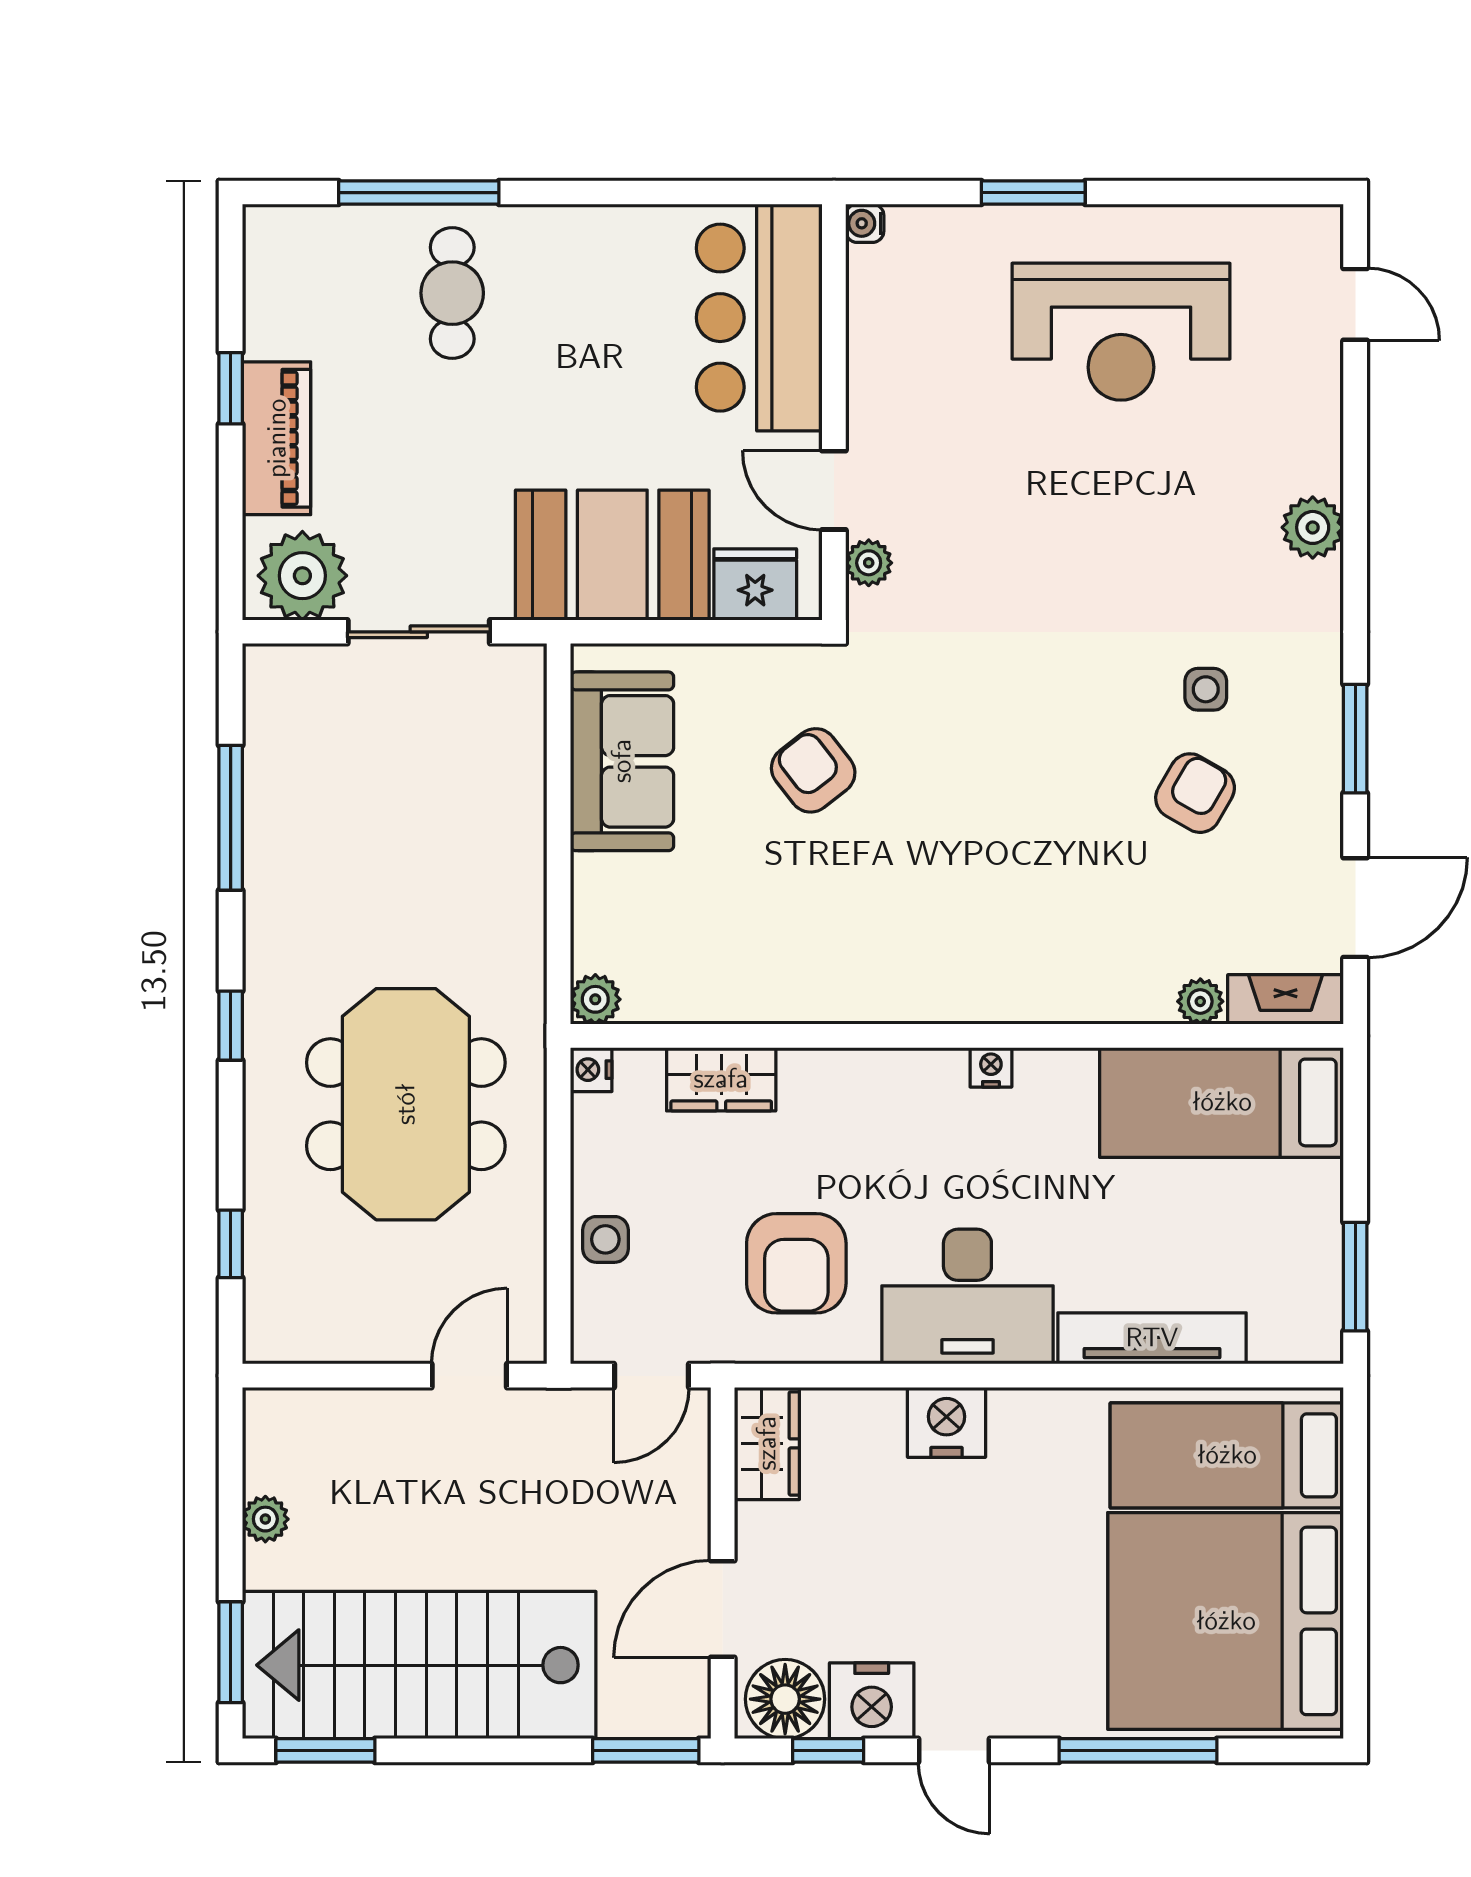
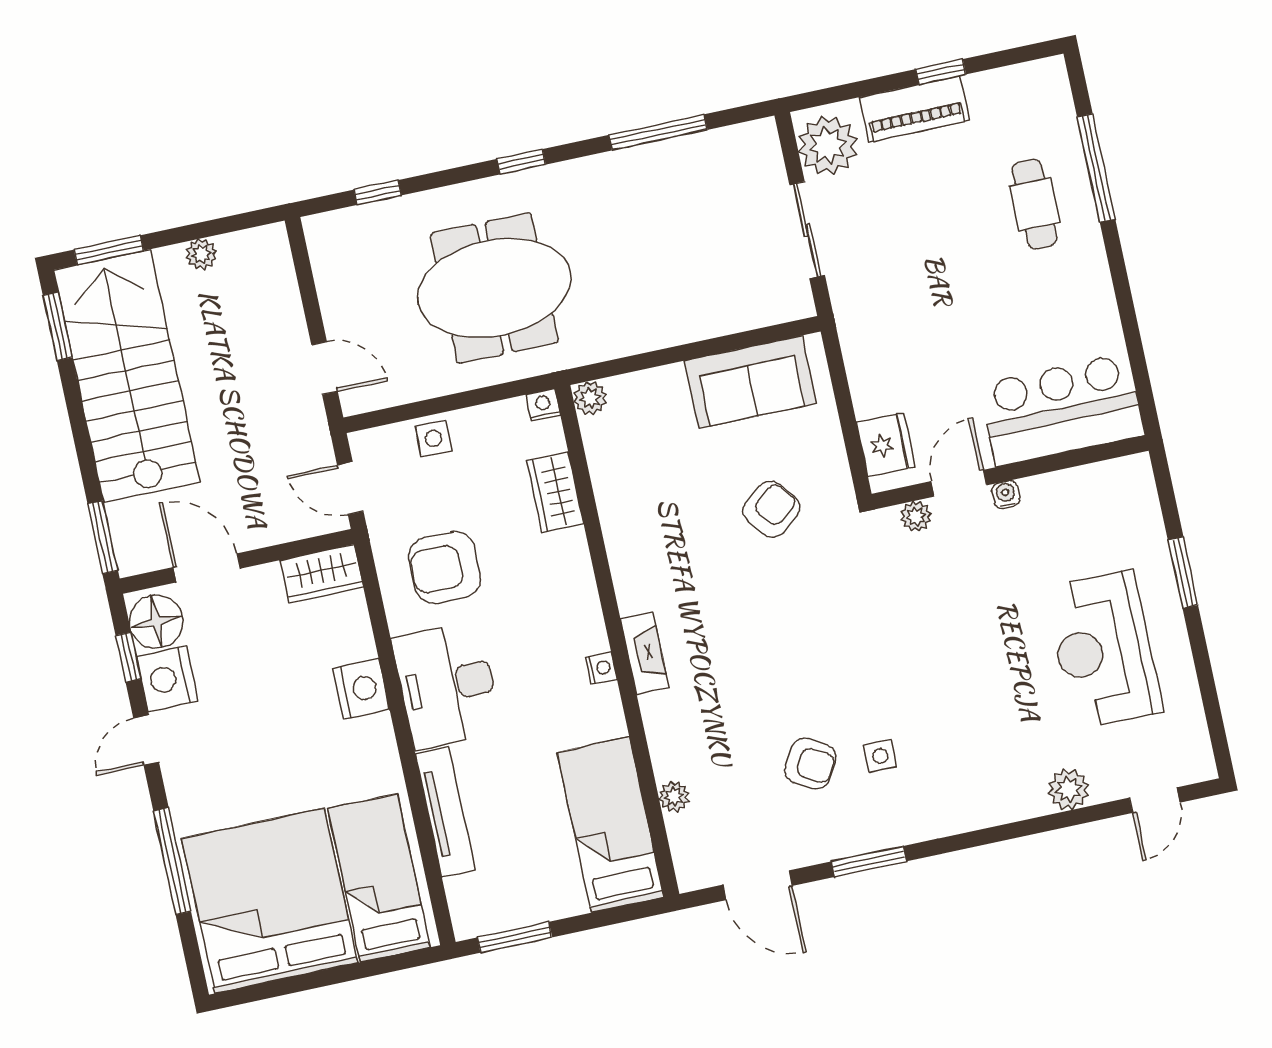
water cooler: (865, 223) -> (1006, 494), moved
cafe table: (452, 293) -> (1035, 204), turned 90
plant: (1313, 527) -> (1069, 789), moved
booth: (612, 555) -> (885, 346), removed
fireplace: (1286, 999) -> (645, 653), moved

